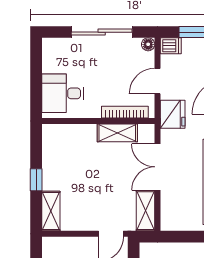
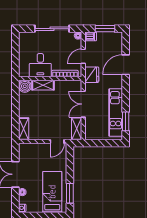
desk: (63, 93) -> (40, 65), moved, turned -90
shelving: (117, 133) -> (43, 85), moved
boiler: (53, 135) -> (25, 86), added
window: (36, 180) -> (15, 111), removed

